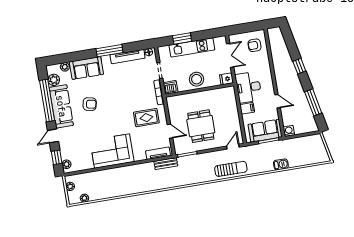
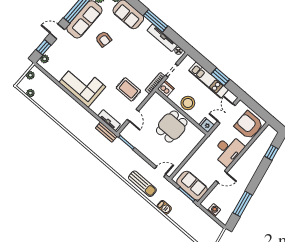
window: (182, 38) -> (220, 77), moved
armchair: (254, 45) -> (249, 125), width x1.88, depth x1.88
double door: (230, 55) -> (226, 113), swing flipped
window: (299, 66) -> (271, 153), moved
desk: (249, 87) -> (228, 150), moved, turned 180
door: (278, 101) -> (221, 177), hinge flipped
filing cabinet: (247, 108) -> (197, 159), removed
dining table: (201, 126) -> (172, 127), moved
washing machine: (289, 131) -> (214, 210), moved
barbecue: (281, 164) -> (164, 207), moved

